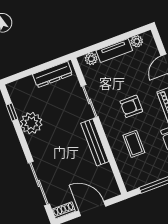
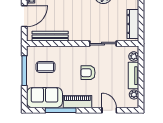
armchair: (131, 106) -> (88, 73), turned -90
bench: (95, 142) -> (50, 36), moved
coffee table: (134, 144) -> (46, 67), moved

